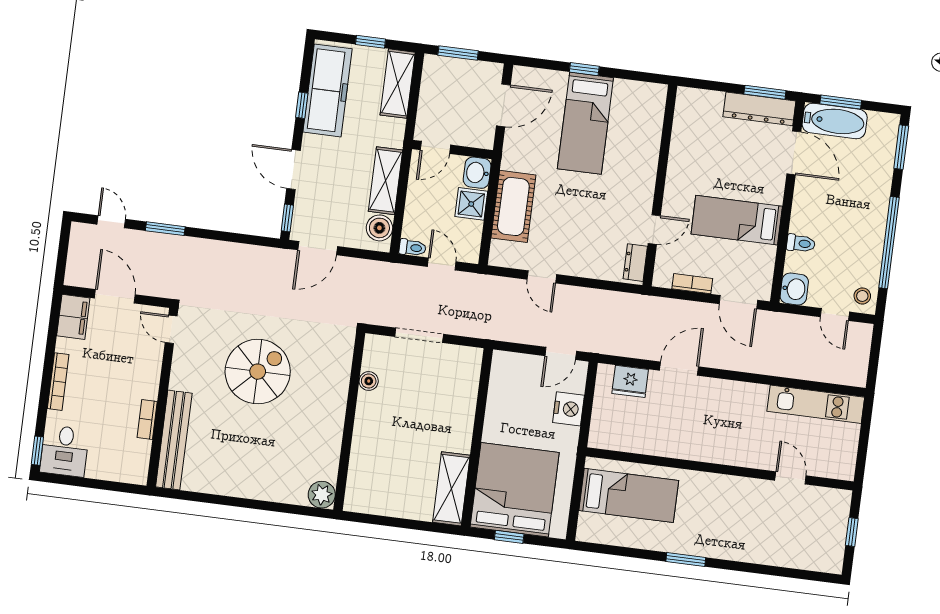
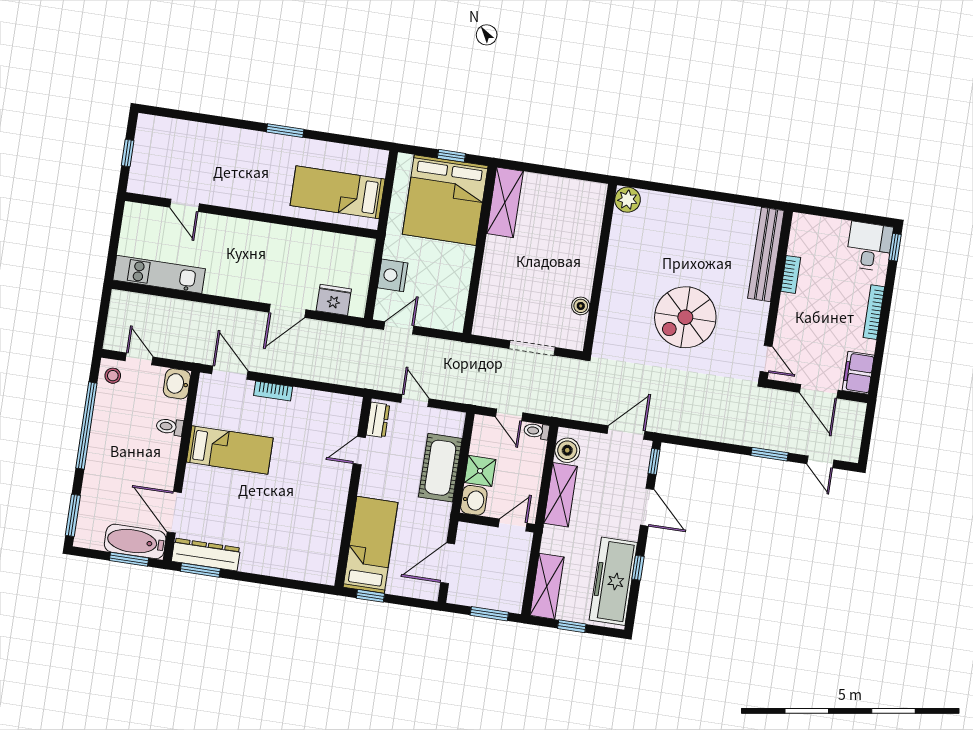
wall: (660, 185) -> (353, 492), moved
door: (654, 230) -> (359, 451), moved
dresser: (635, 263) -> (378, 420), moved

